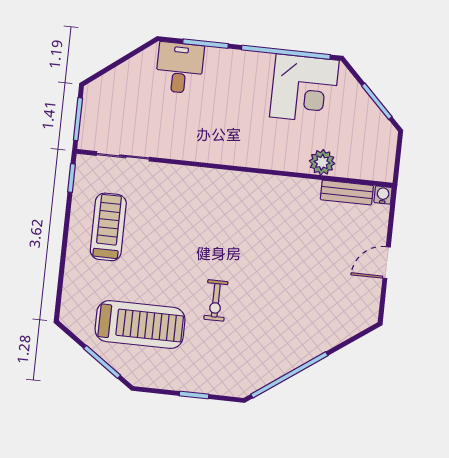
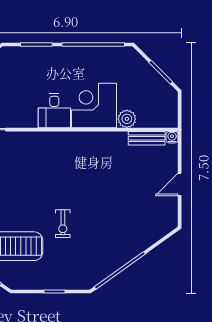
desk: (180, 68) -> (54, 111), moved, turned 180
corner desk: (304, 89) -> (94, 105), moved, turned 180

